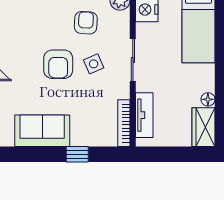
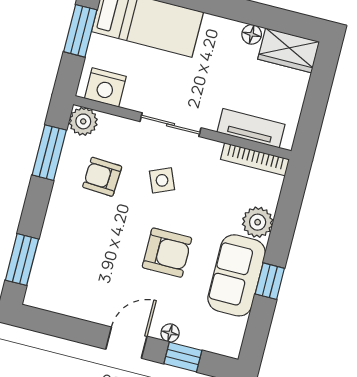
armchair: (58, 64) -> (167, 253), moved
plant: (82, 136) -> (258, 222), added
window: (77, 154) -> (270, 281), moved

